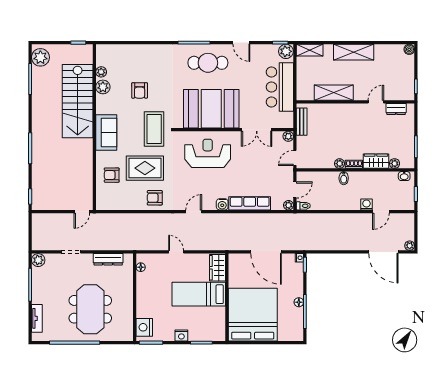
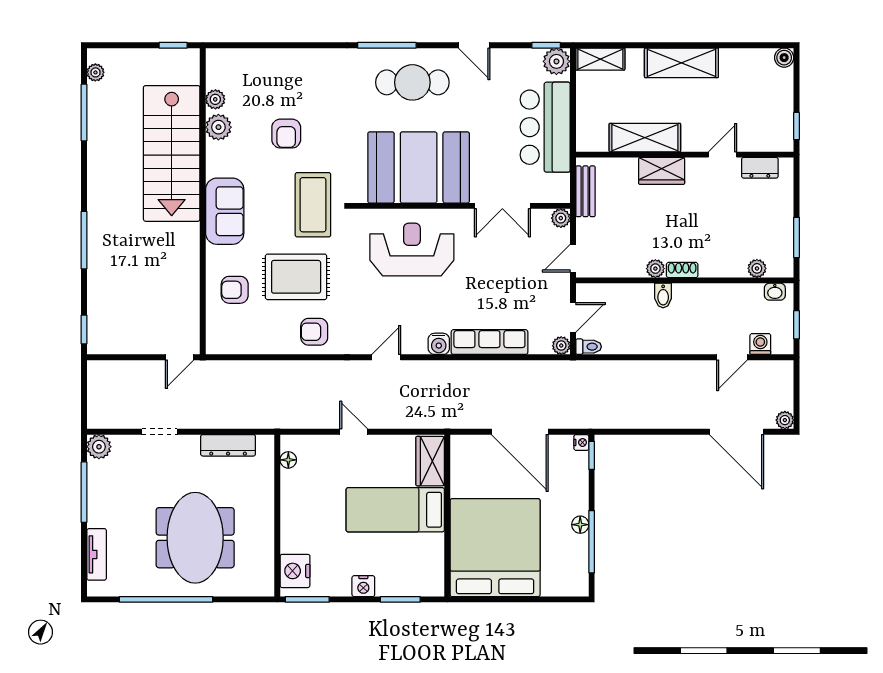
plant: (40, 57) -> (95, 72), width x0.53, depth x0.53
wardrobe: (376, 161) -> (662, 171), moved, turned 180
washing machine: (366, 204) -> (760, 344), moved

